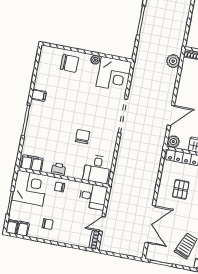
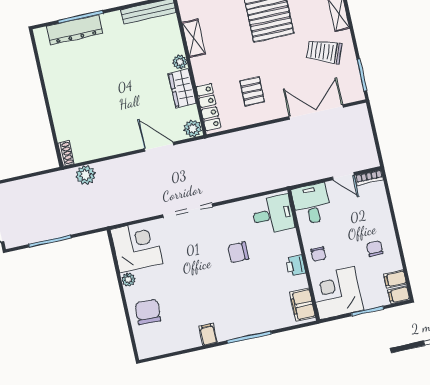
pallet: (181, 189) -> (252, 91), turned 90

